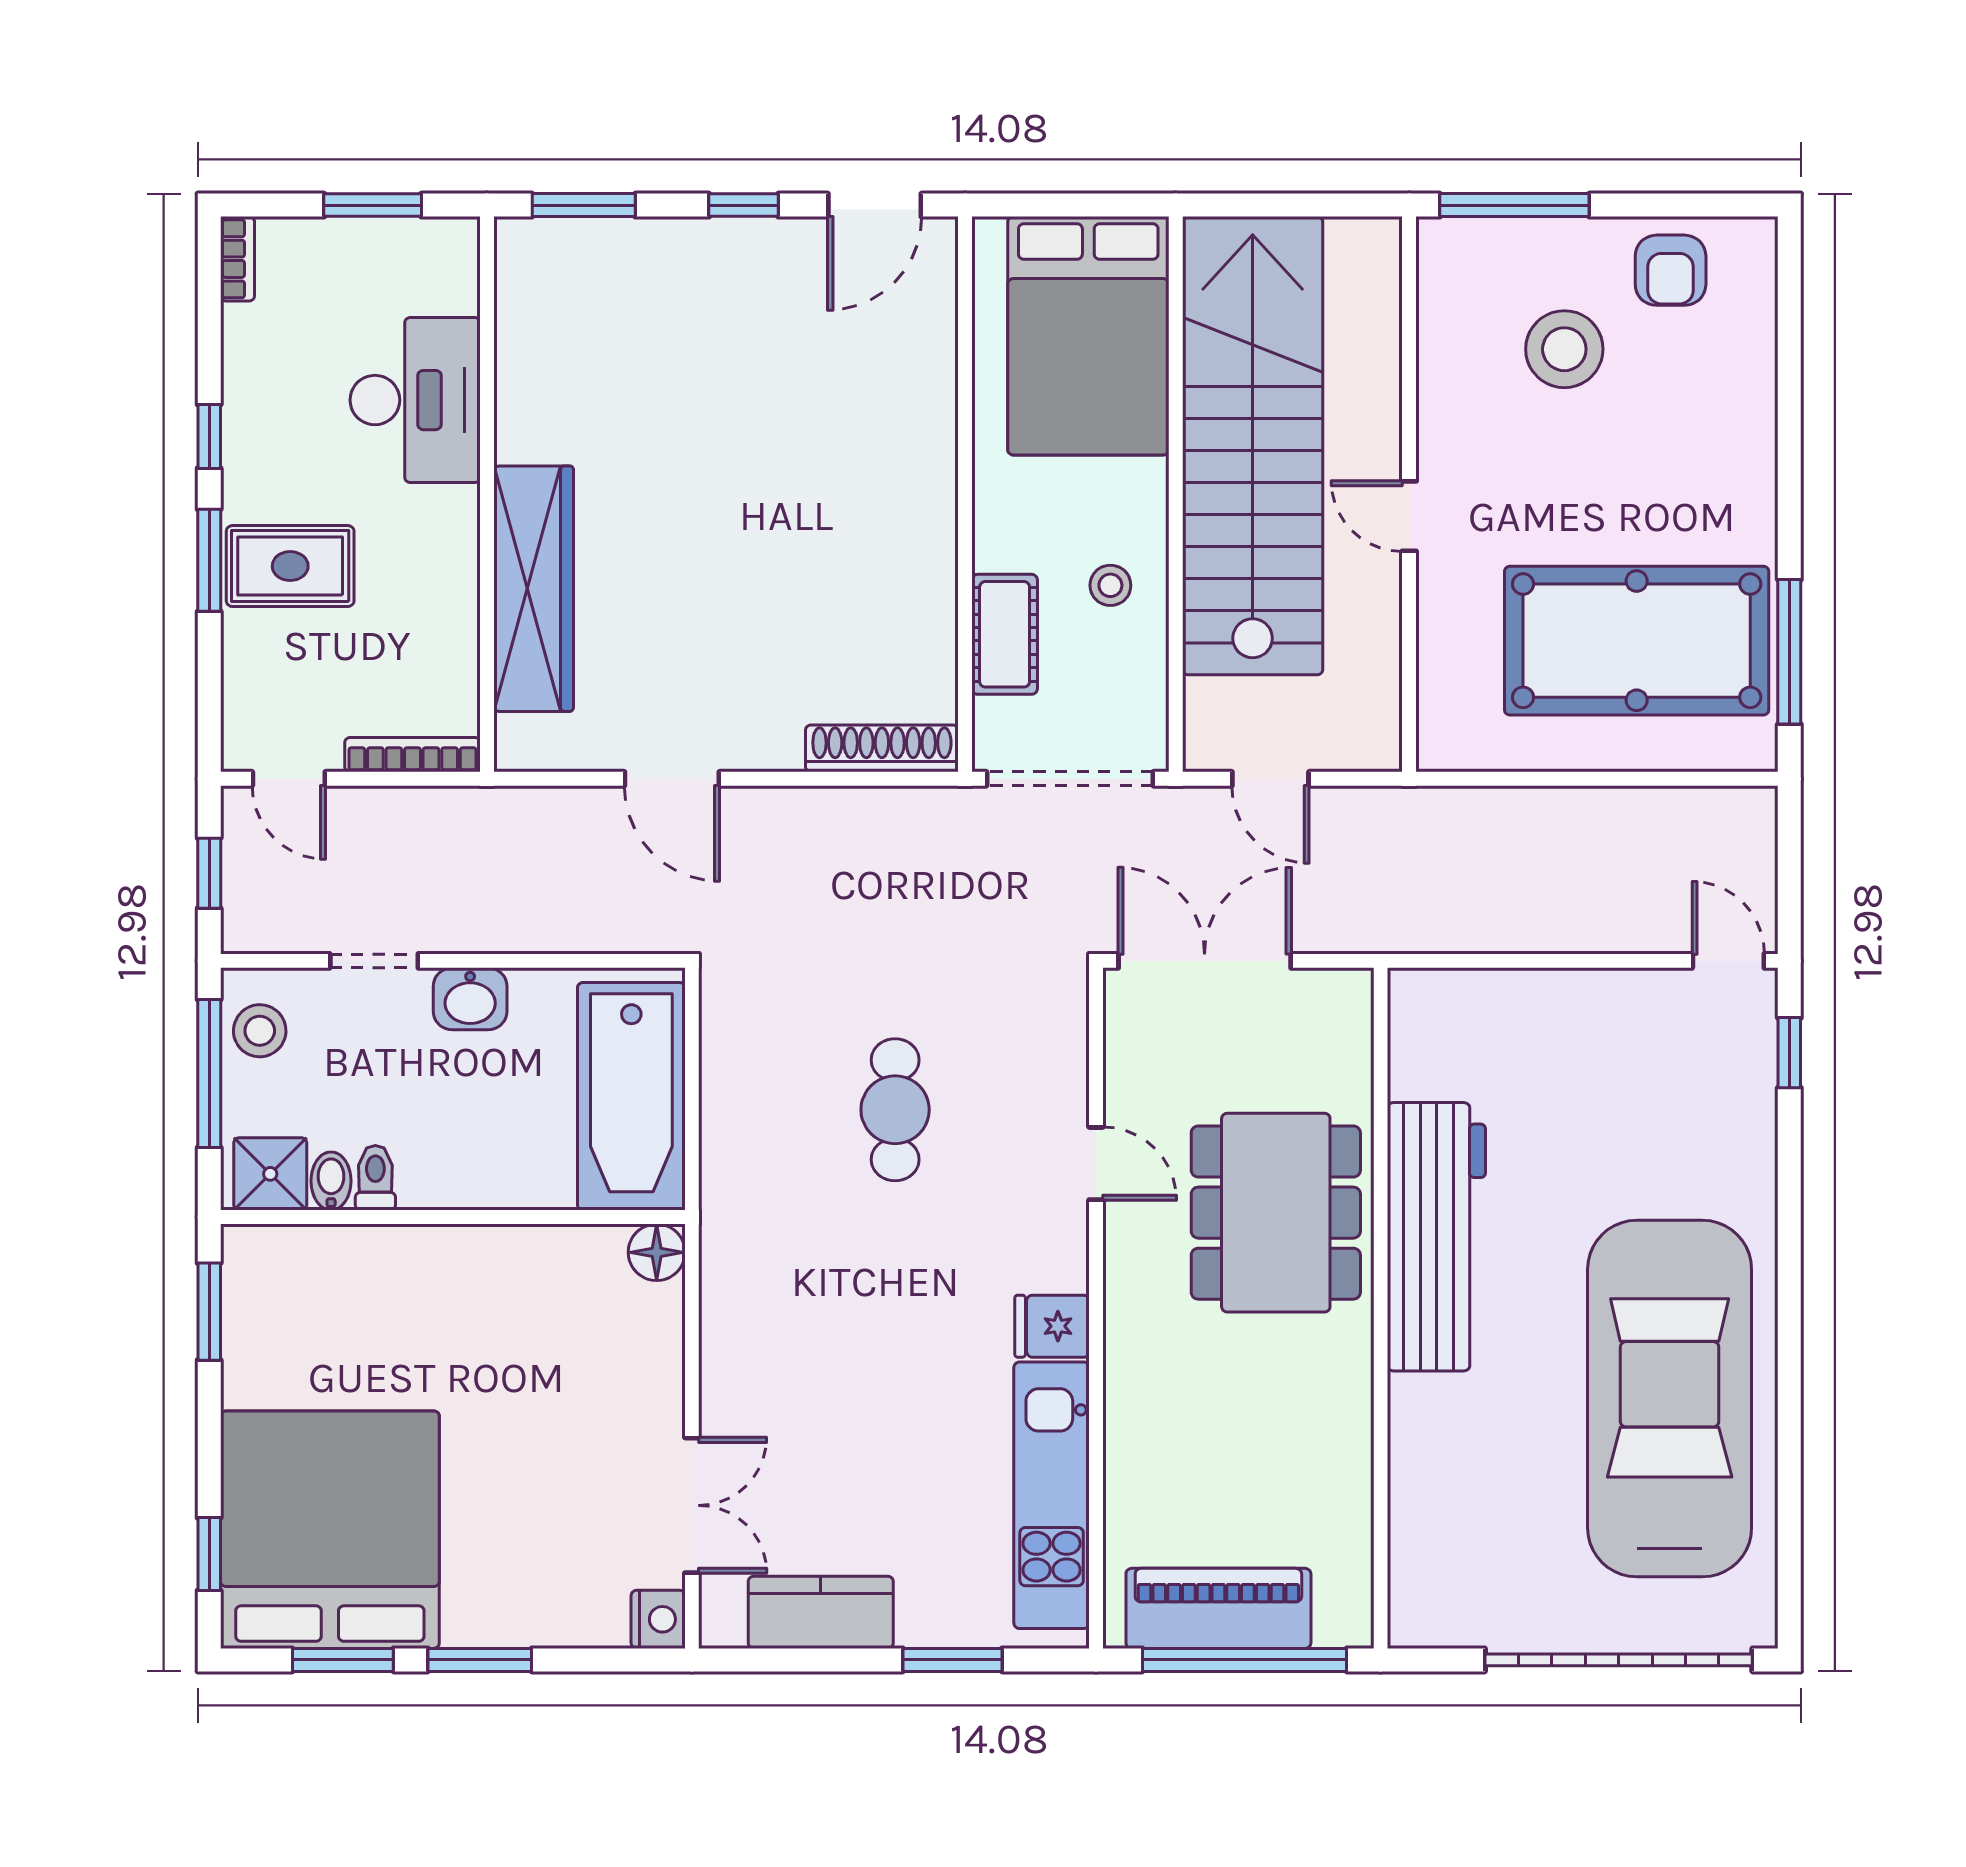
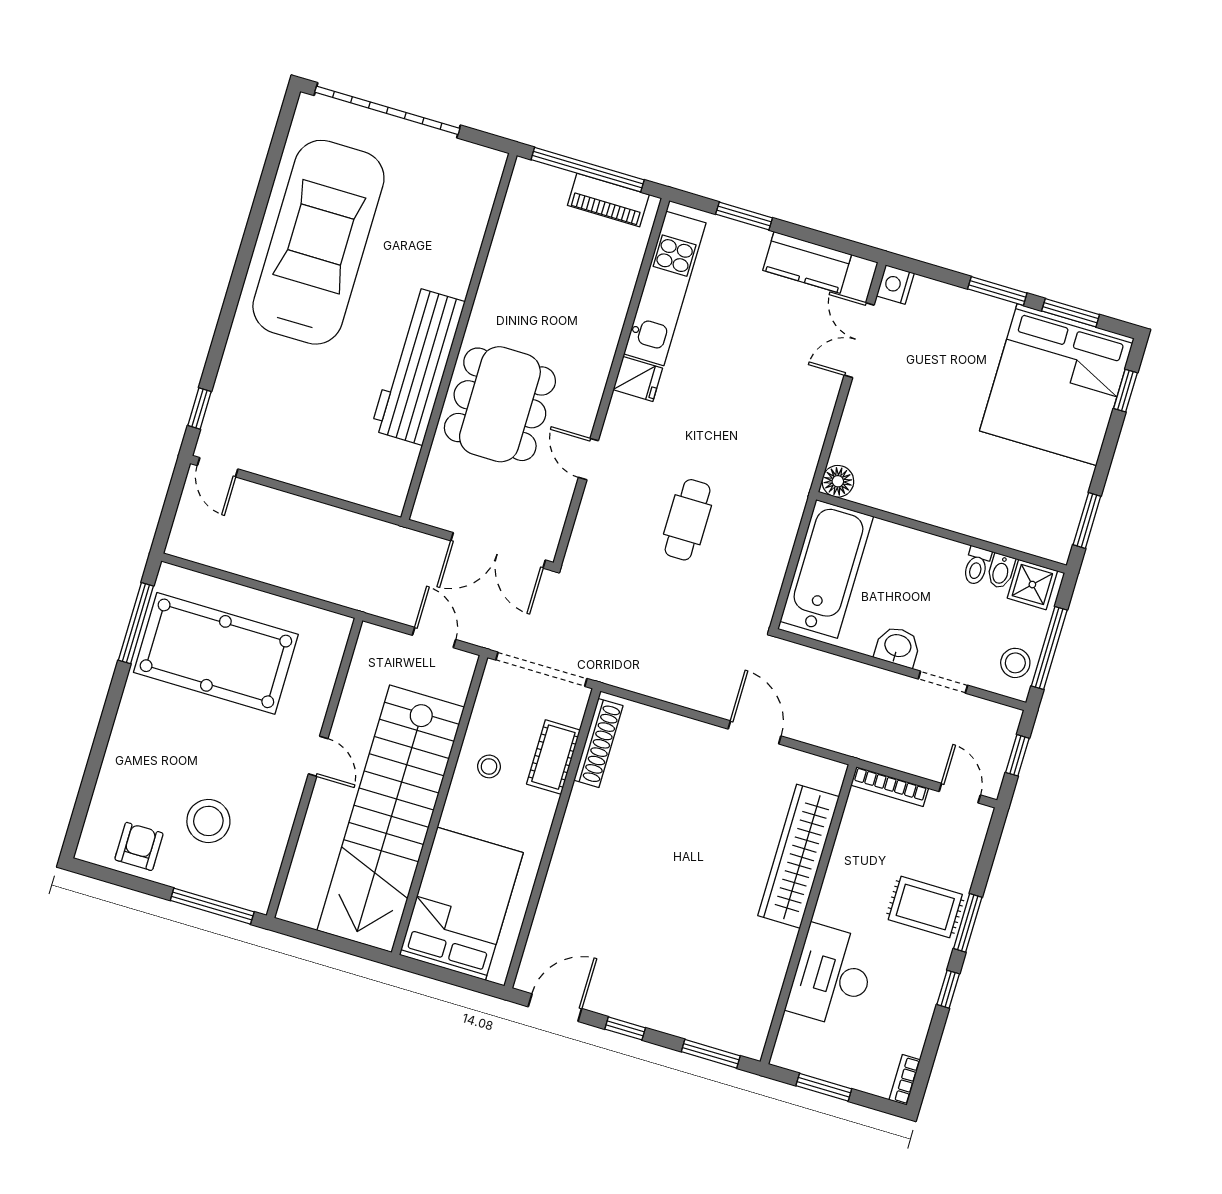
shoe rack: (882, 748) -> (598, 743), moved, turned -90
car: (1670, 1399) -> (318, 242), turned 180
piano: (1218, 1608) -> (608, 200), width x0.73, depth x0.75

